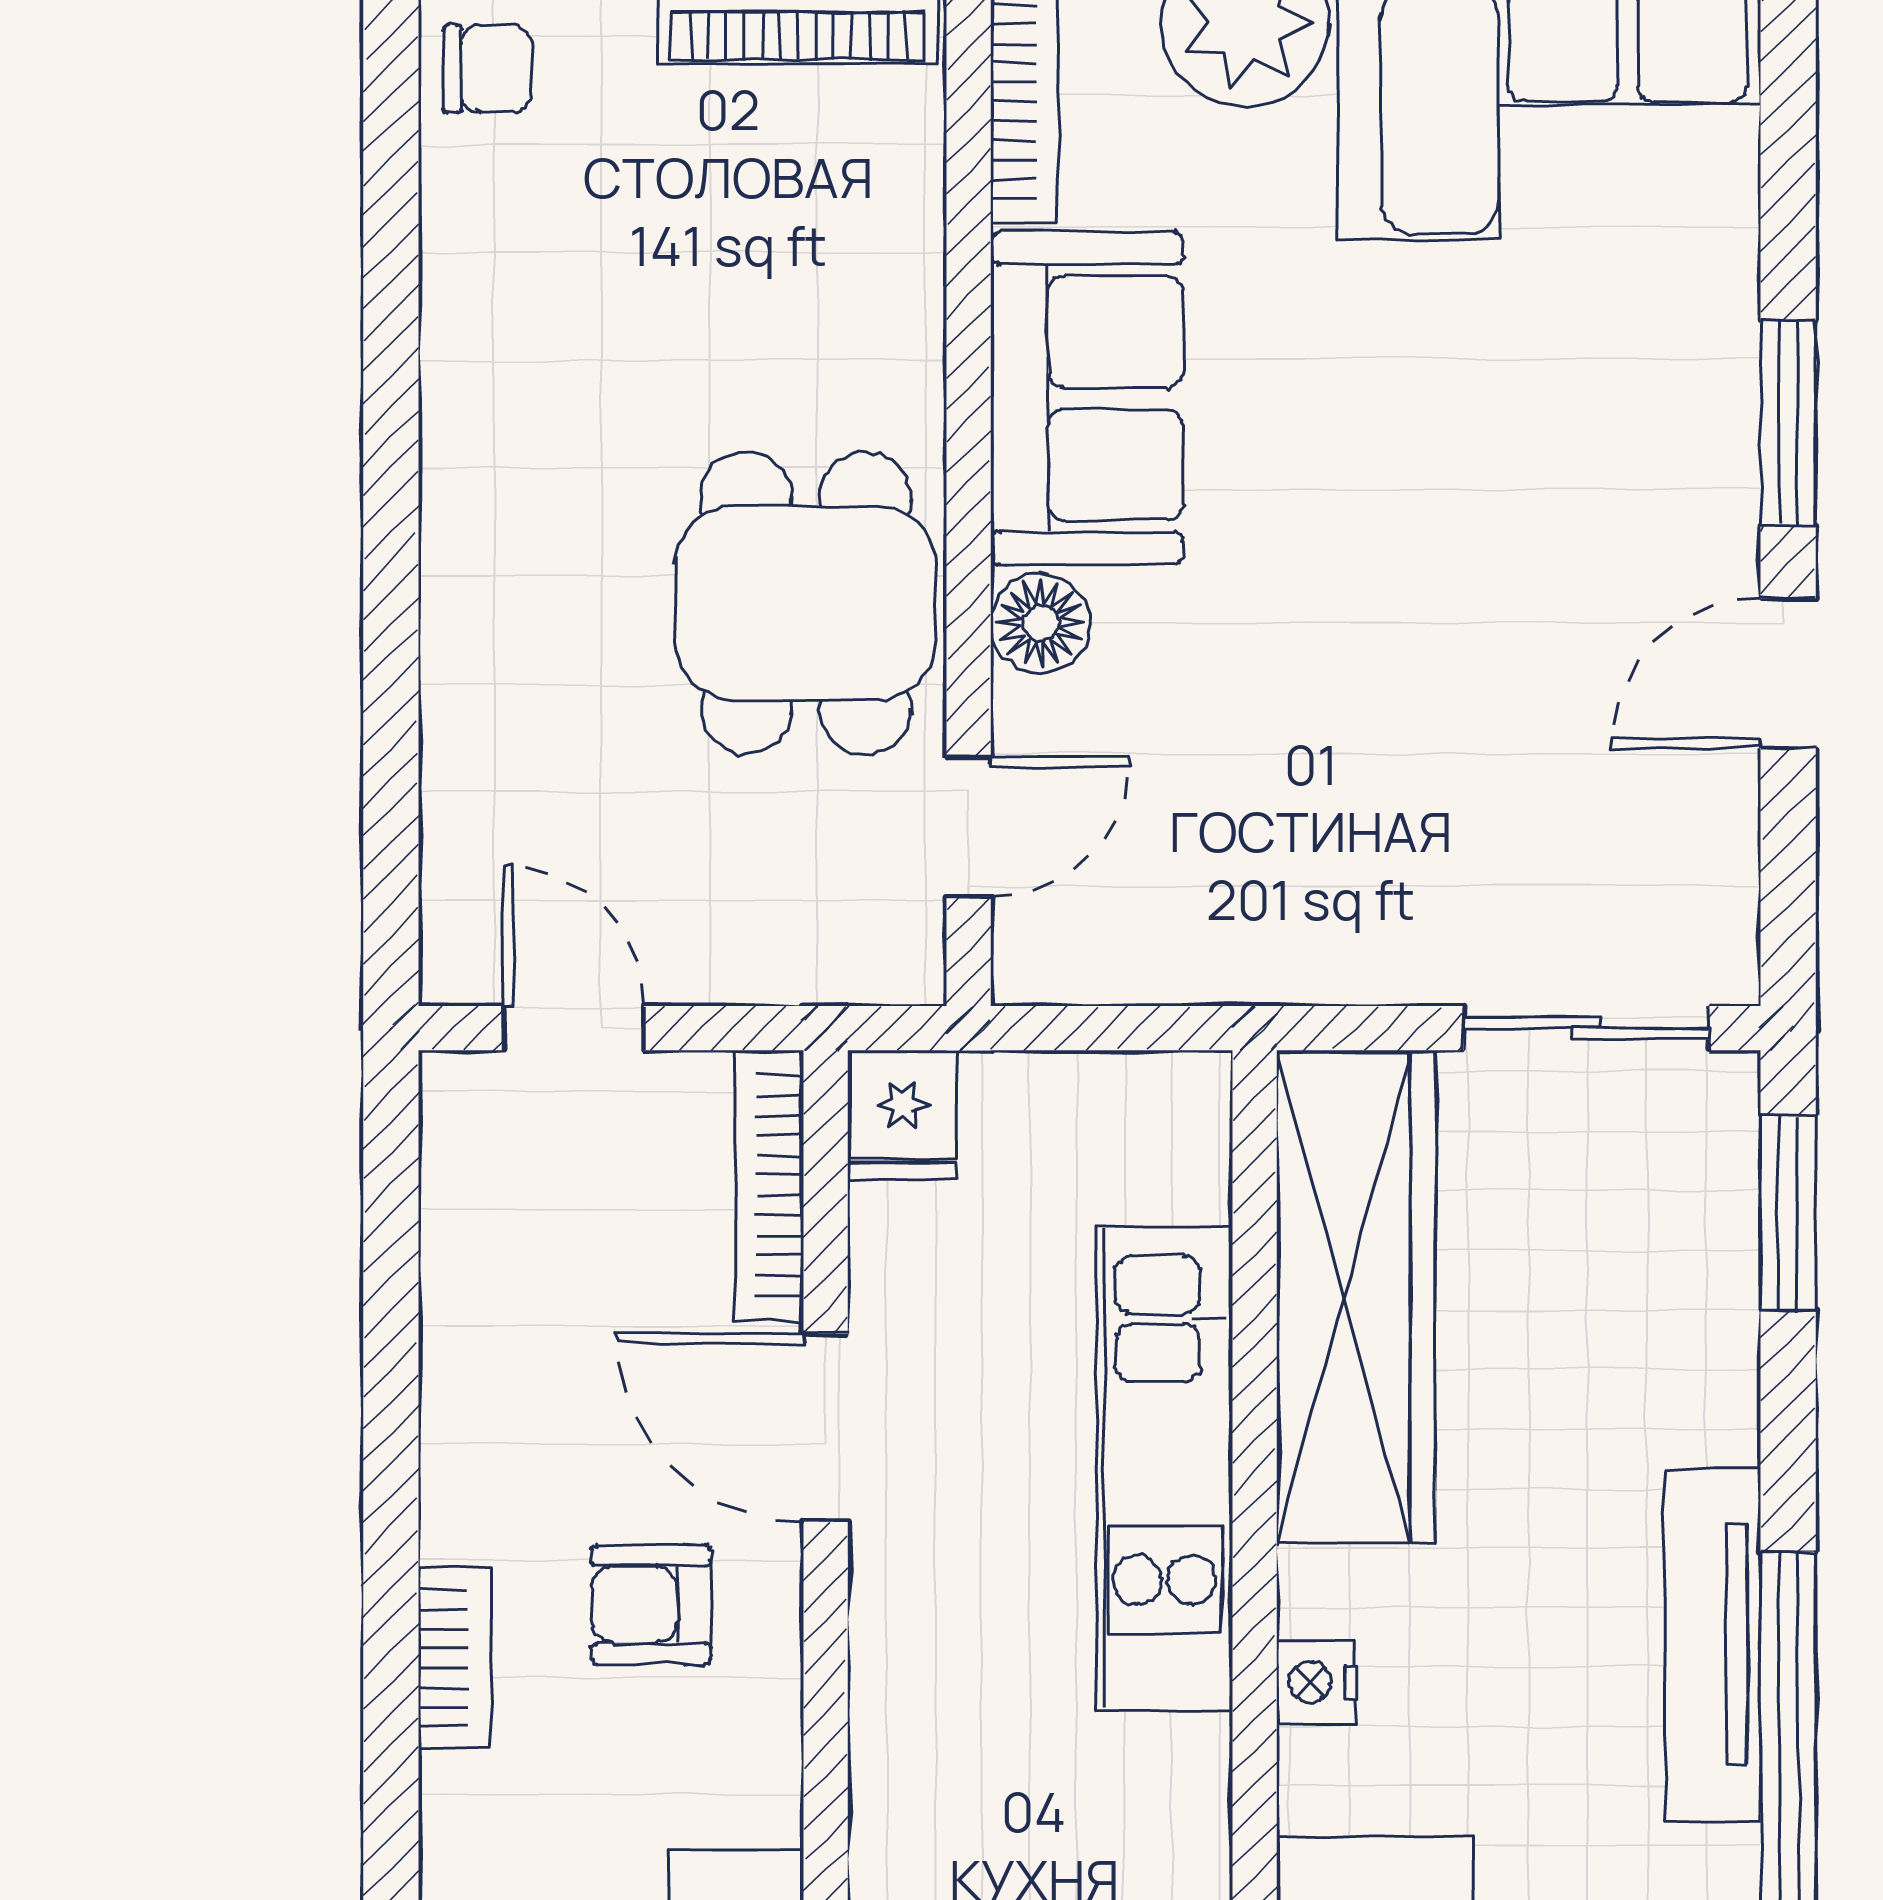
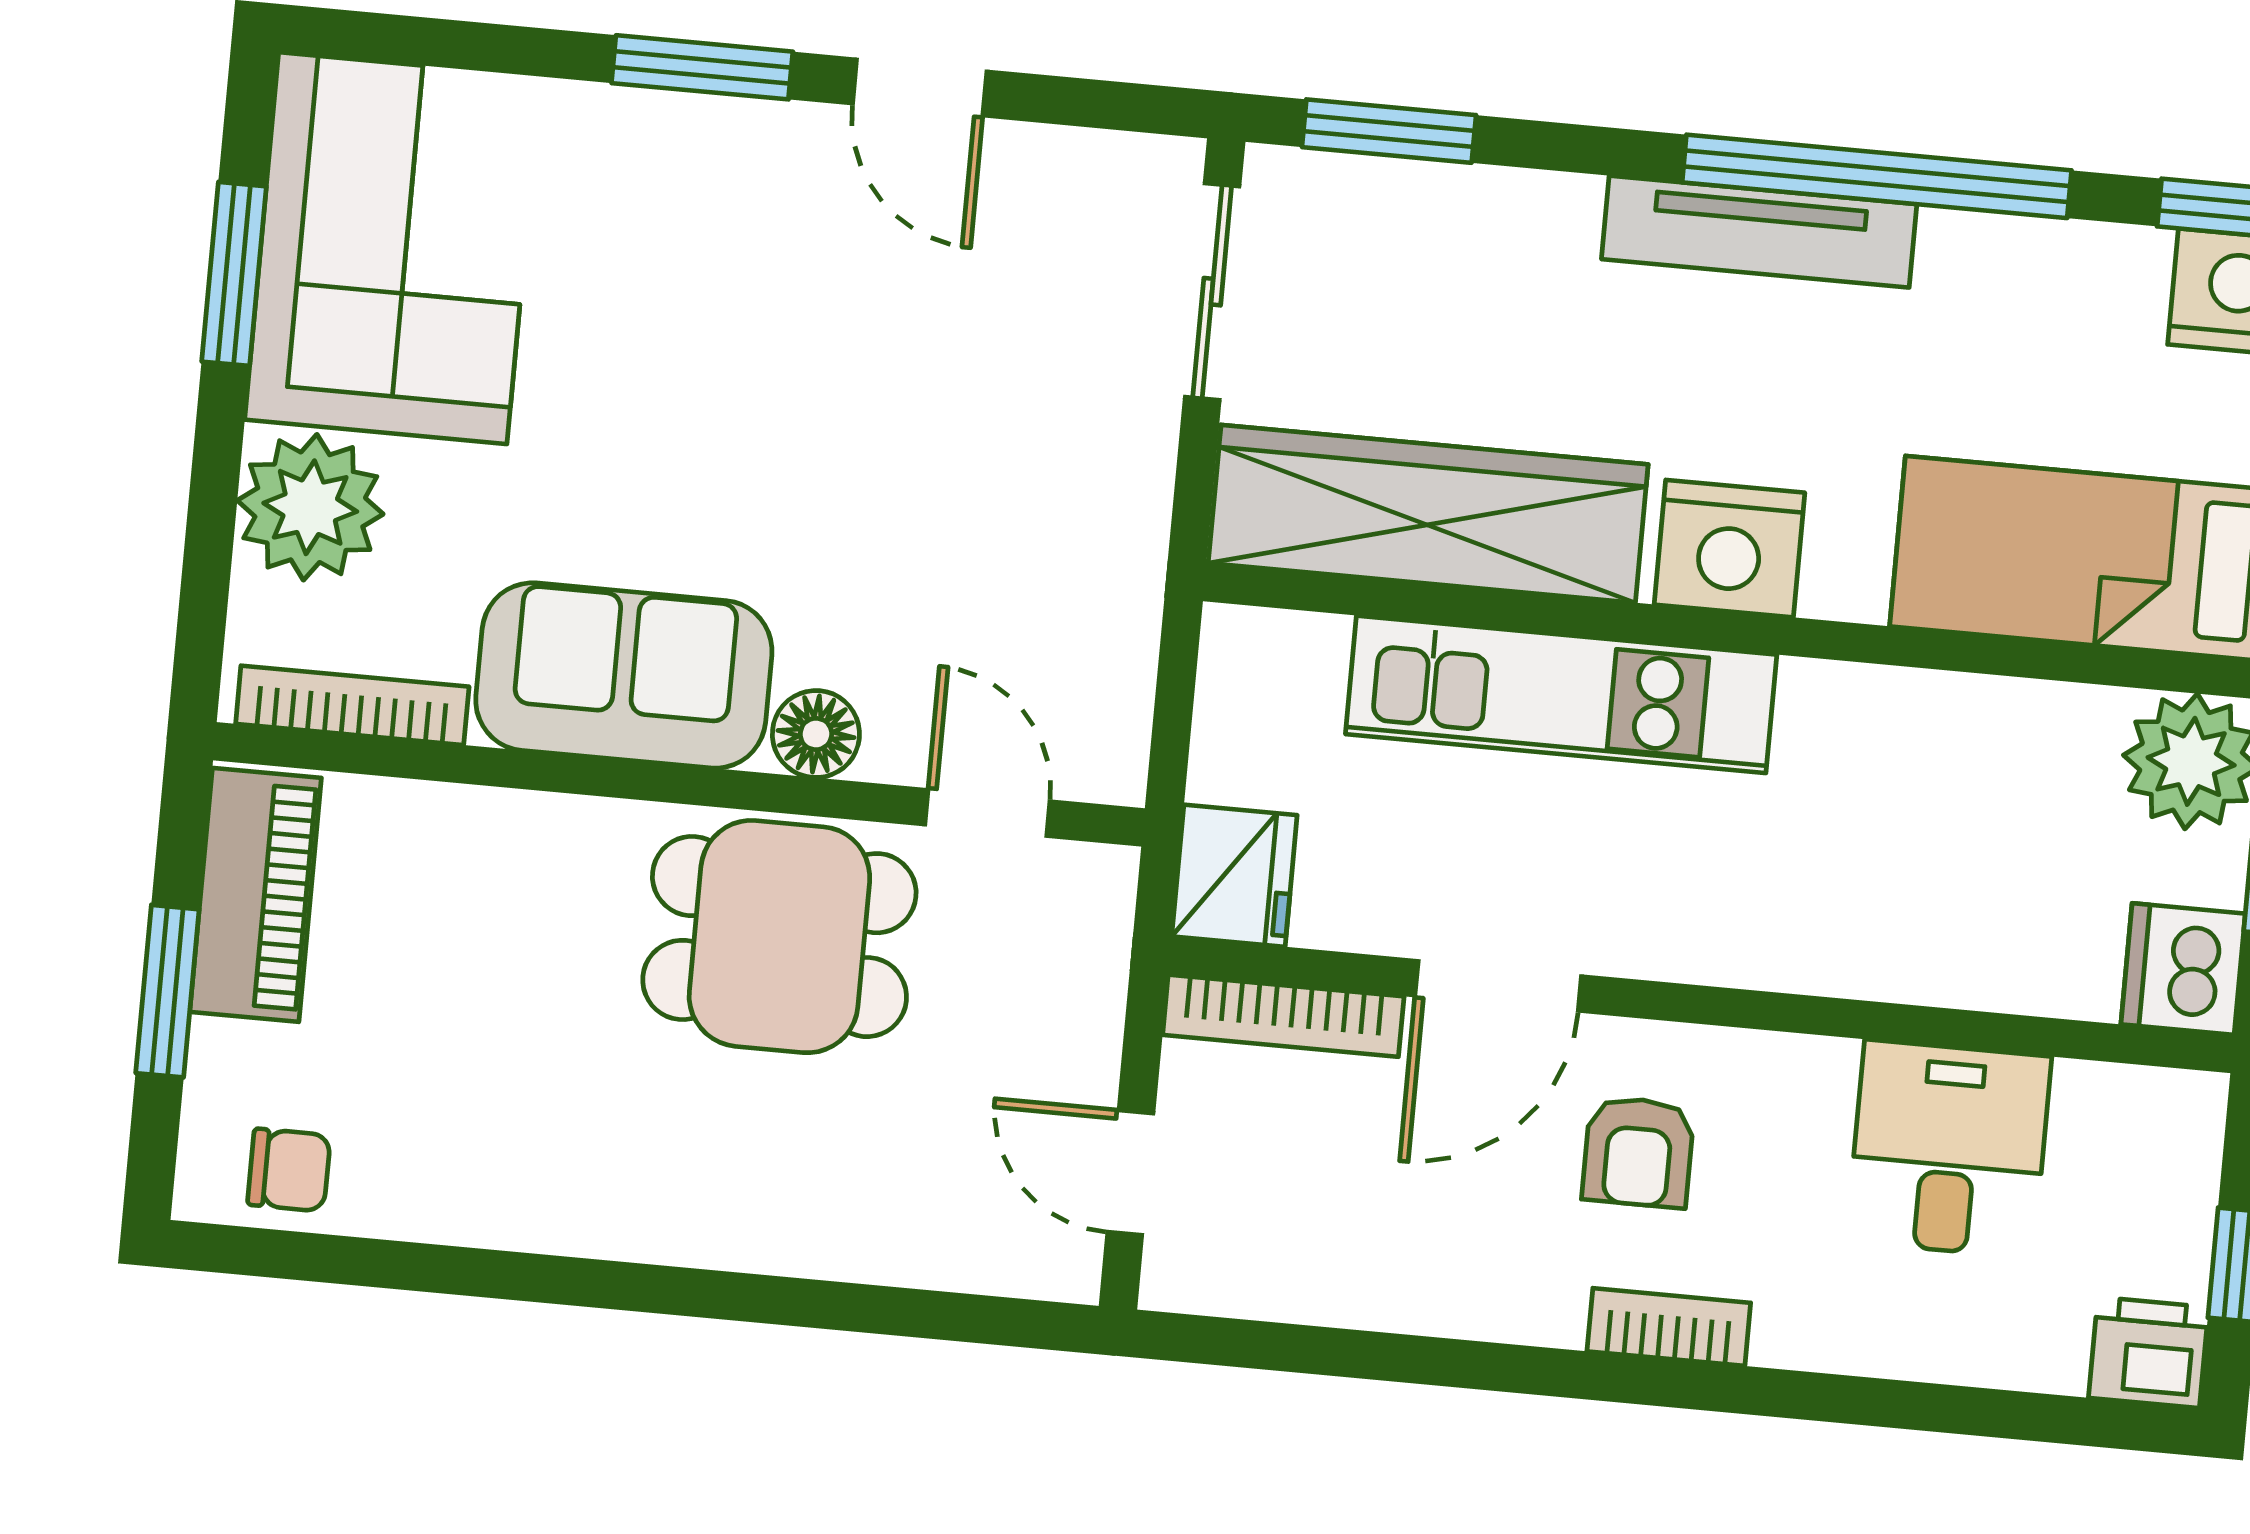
chair: (488, 69) -> (289, 1170), turned 90
door: (574, 1028) -> (1130, 1173), hinge flipped
fridge: (902, 1115) -> (1234, 876), width x1.38
nightstand: (1317, 1682) -> (1729, 549), width x1.89, depth x1.79

